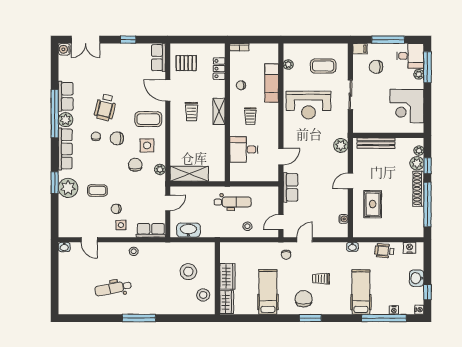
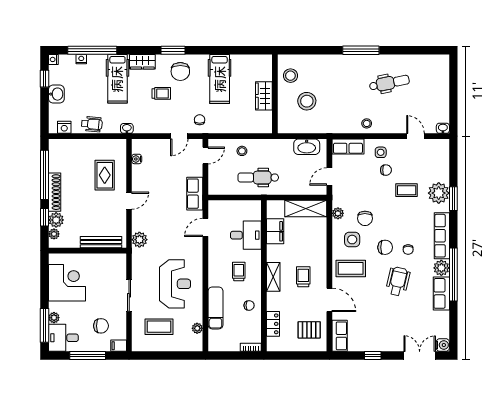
reception desk: (308, 105) -> (175, 284), turned 90
filing cabinet: (217, 153) -> (275, 231), added
wardrobe: (227, 302) -> (142, 62), moved, turned -90

